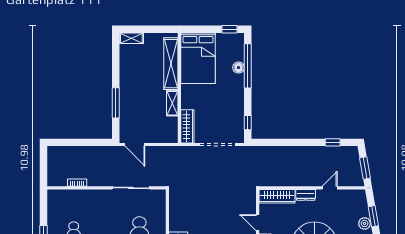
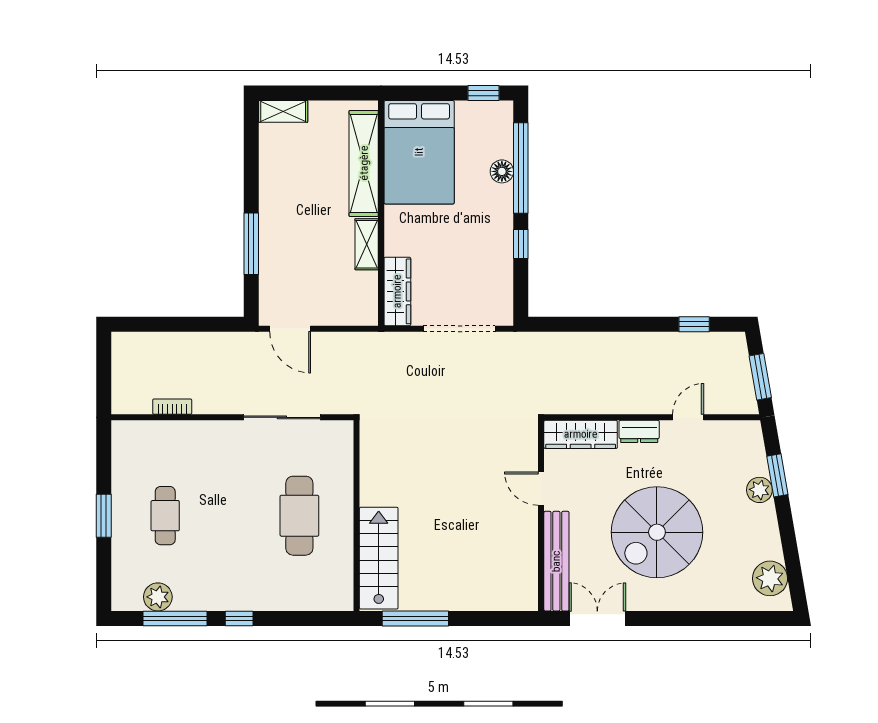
window: (248, 123) -> (521, 244), moved

